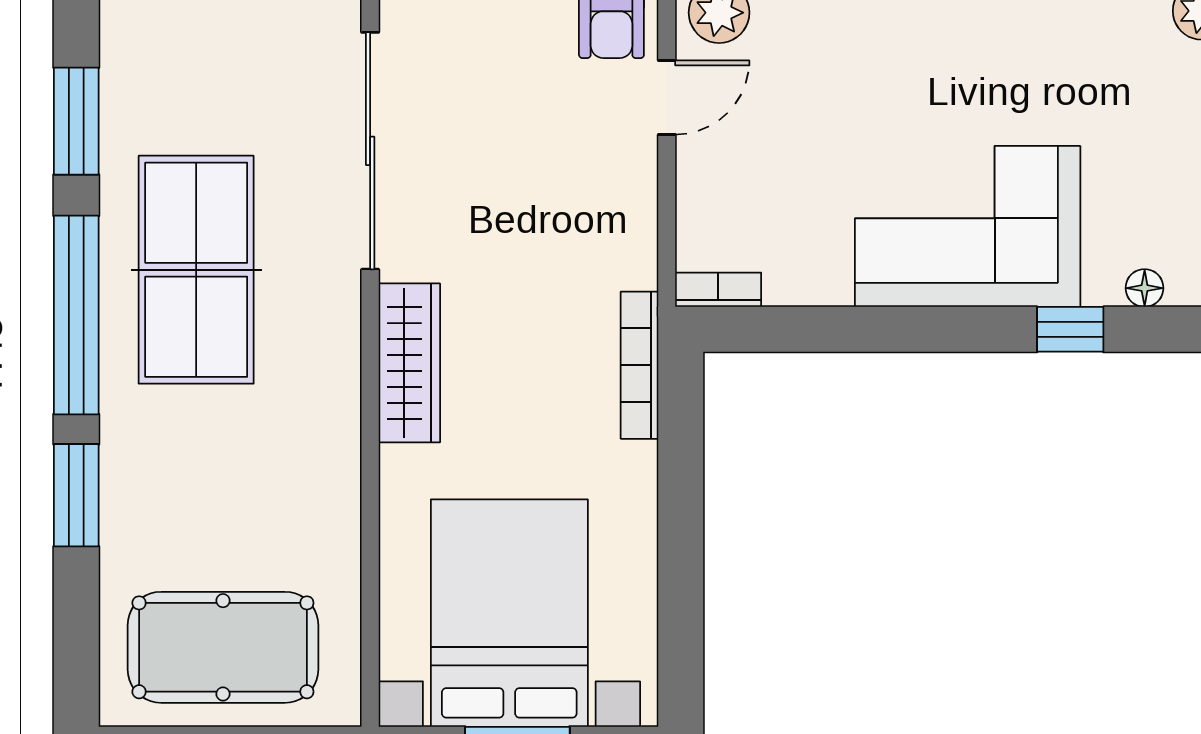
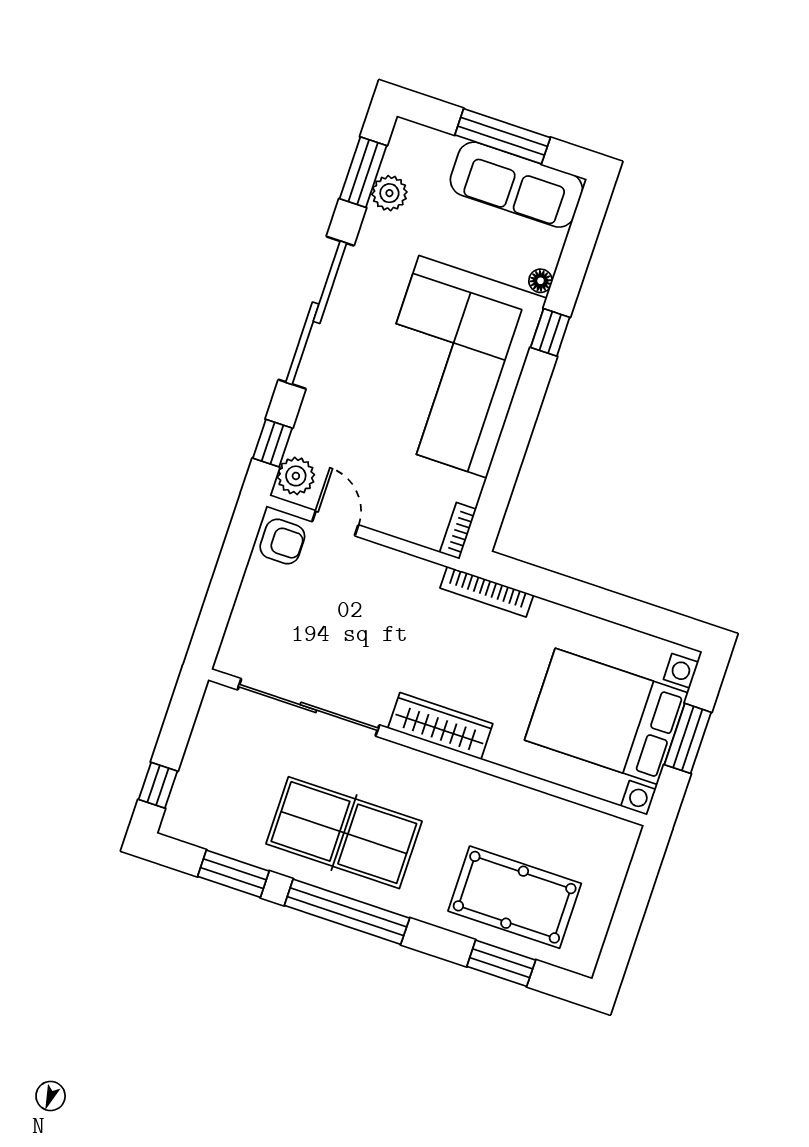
corner sofa: (968, 226) -> (453, 367), width x1.36, depth x1.36
window: (76, 495) -> (501, 963), moved
pool table: (223, 647) -> (515, 897), moved, turned 90

